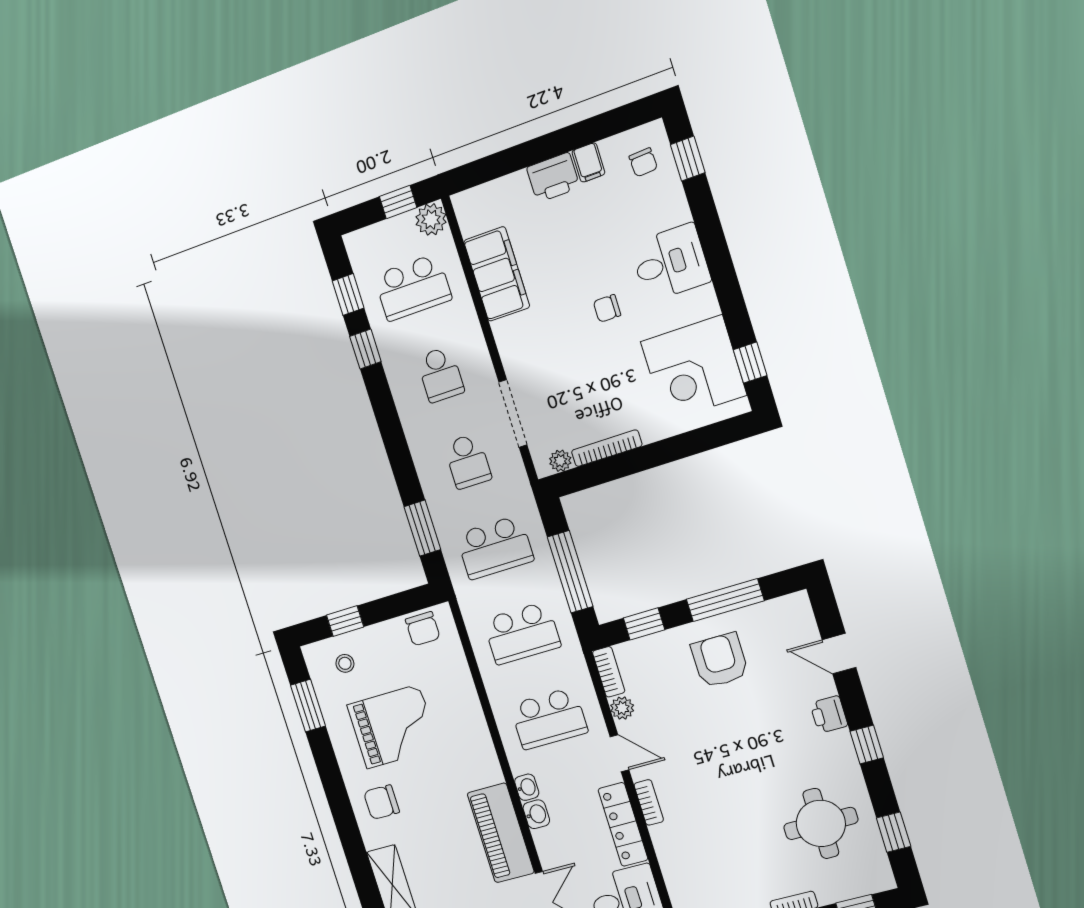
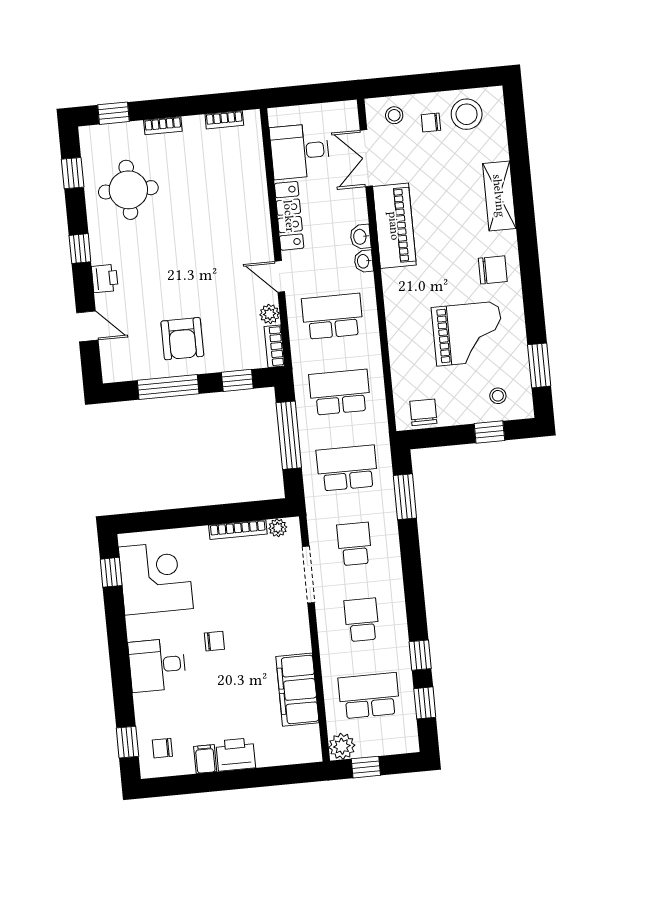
chair: (643, 162) -> (162, 748), turned -87
grand piano: (393, 727) -> (468, 334), turned 180
bookcase: (649, 802) -> (264, 231), removed

